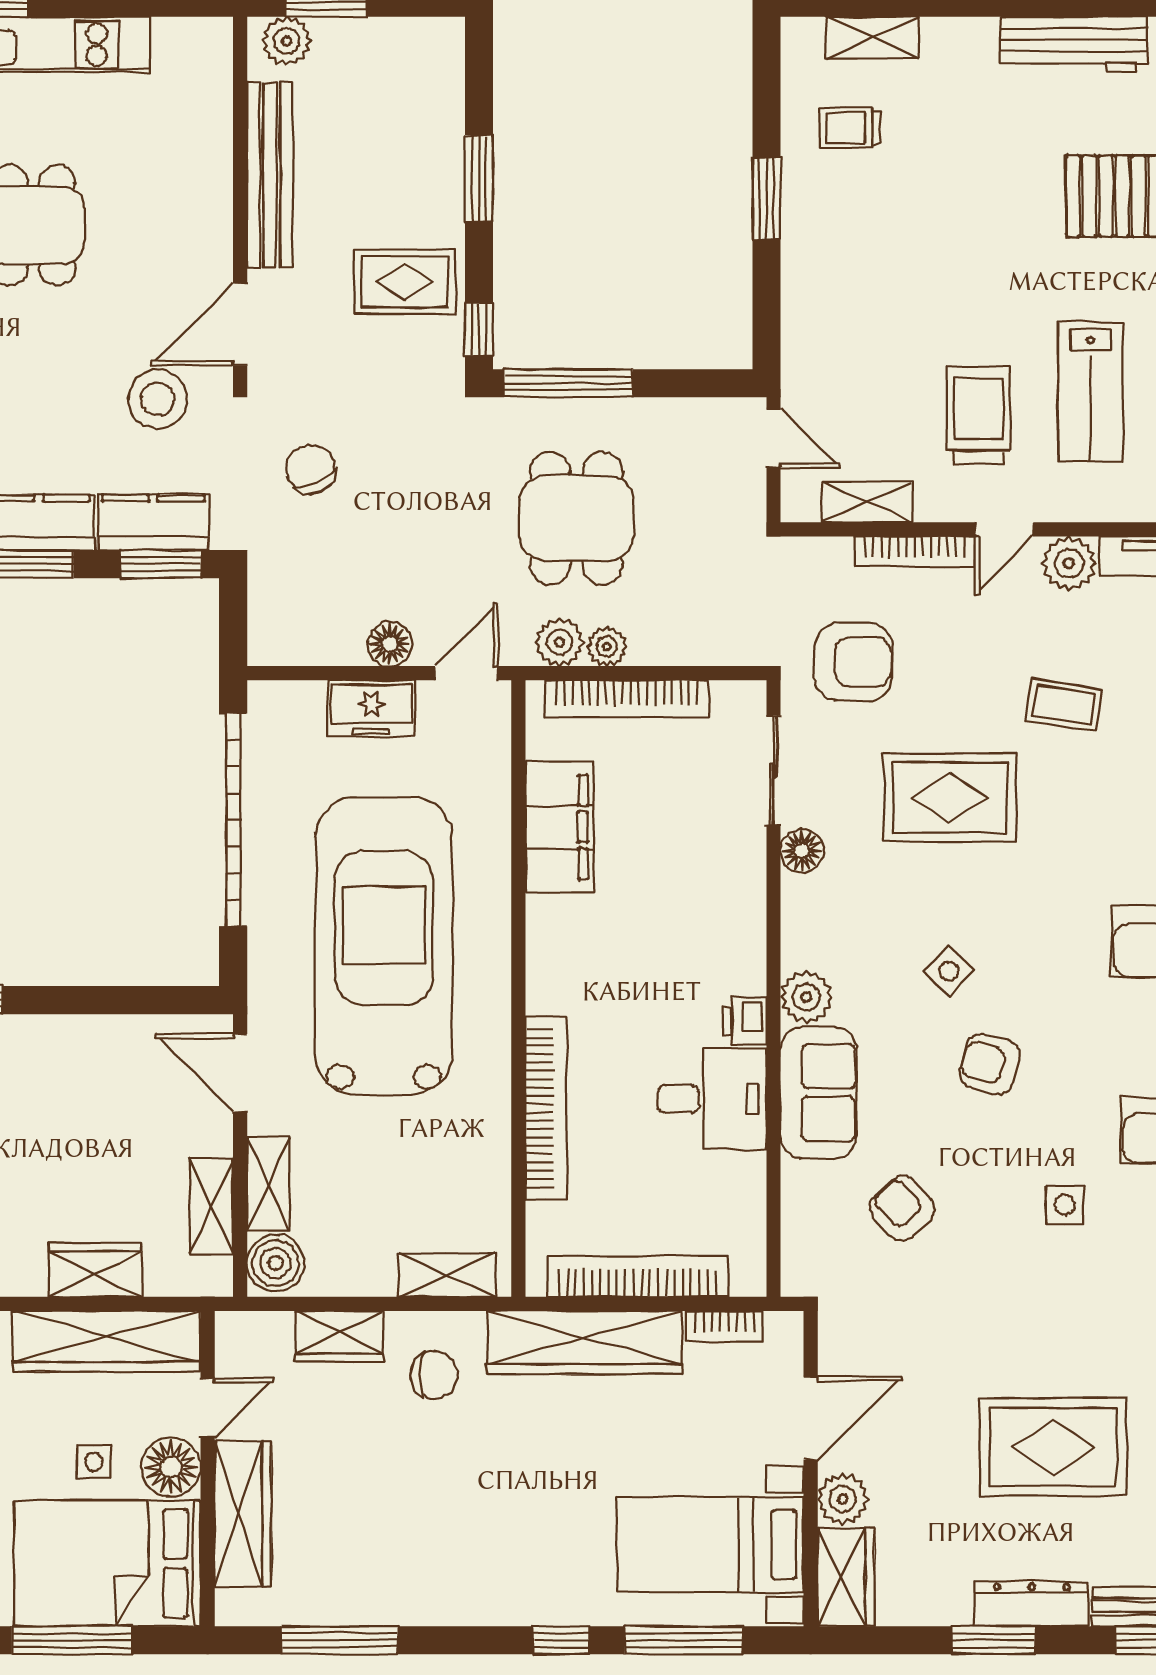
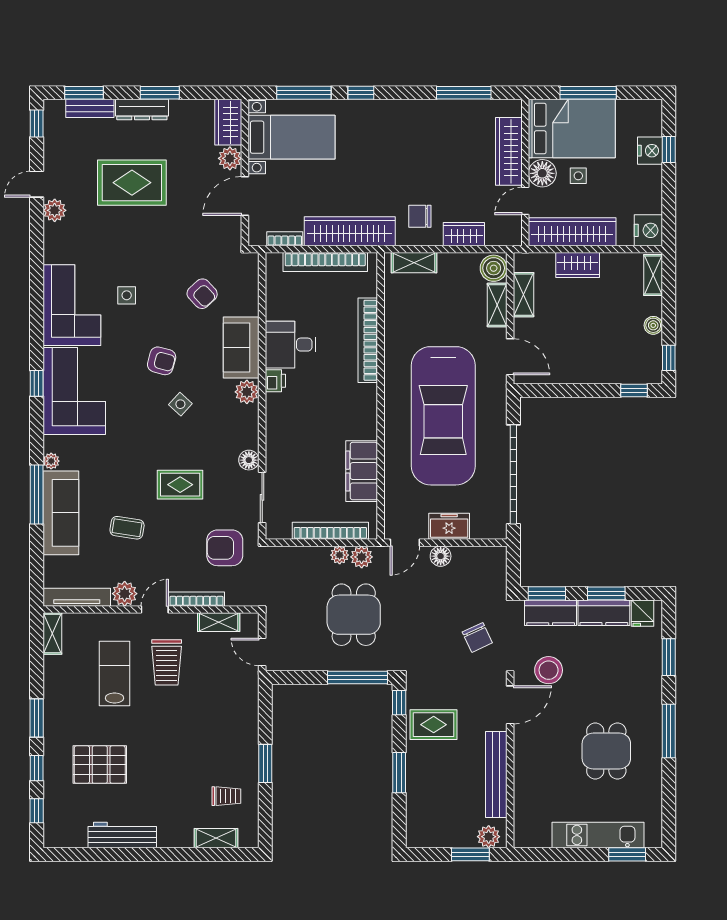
rug: (950, 798) -> (180, 485), width x0.73, depth x0.70

